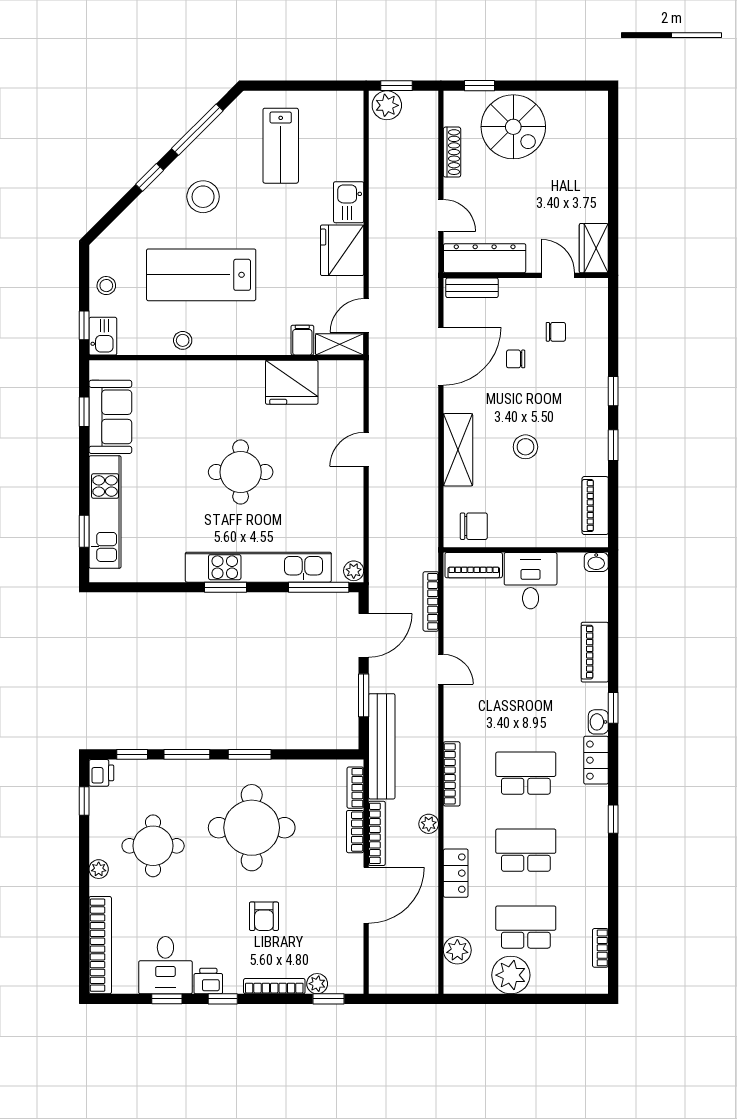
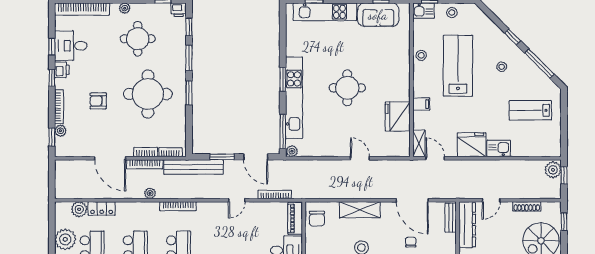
stool: (203, 197) -> (502, 67), width x0.53, depth x0.53
filing cabinet: (302, 340) -> (421, 104), moved
locker: (456, 873) -> (102, 208), moved

